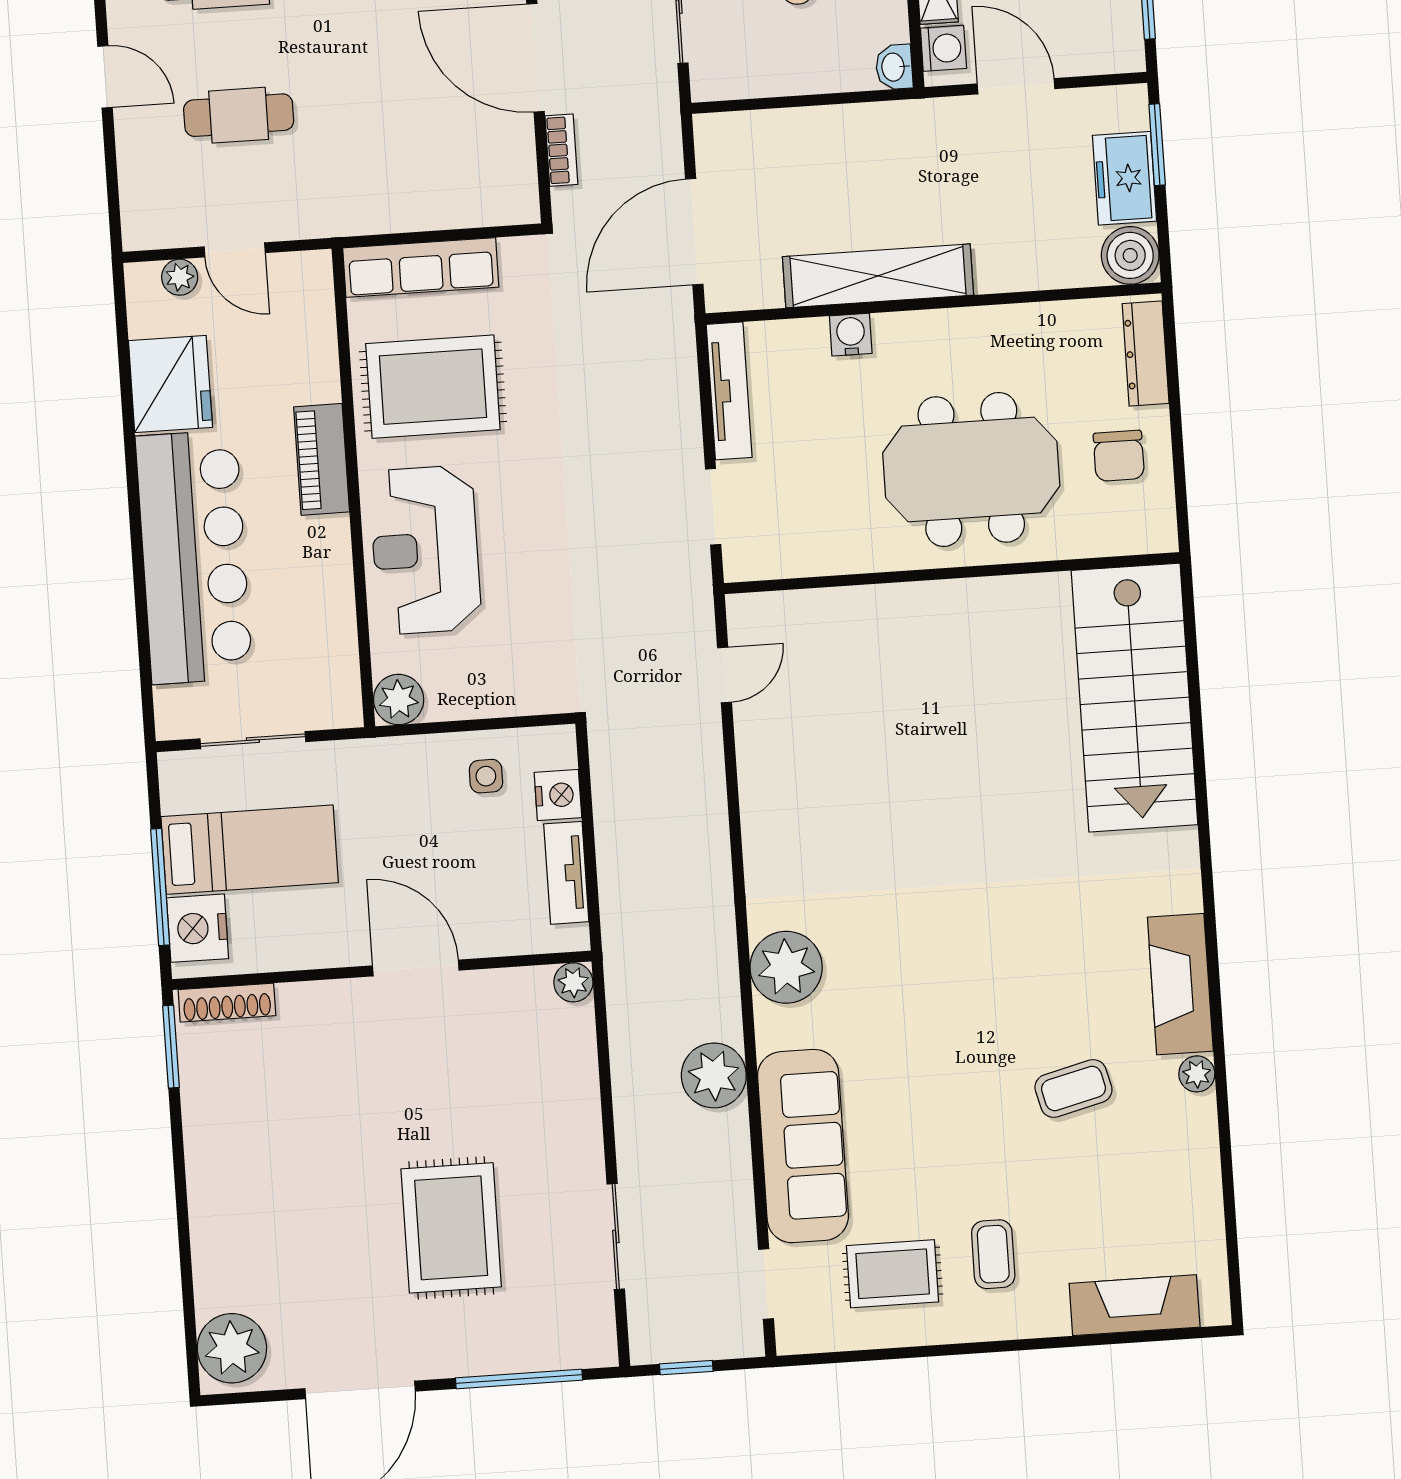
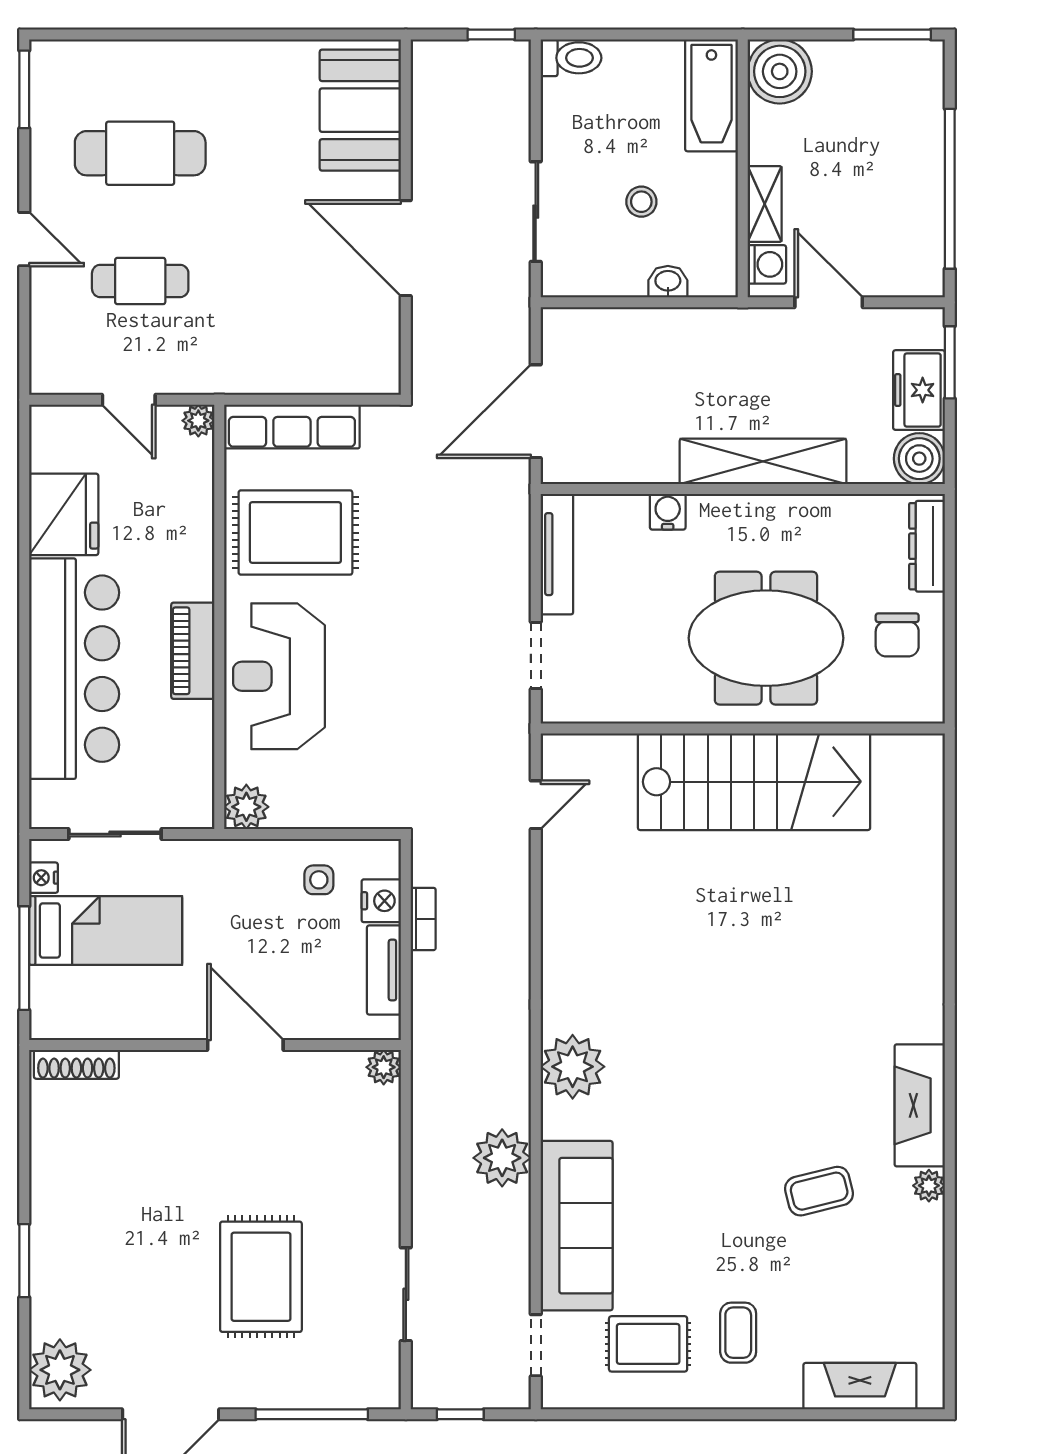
washbasin: (894, 67) -> (668, 282), moved, turned 90
bookcase: (561, 150) -> (423, 919), moved
shelving: (878, 276) -> (763, 461), moved
plant: (180, 277) -> (198, 421), moved
piano: (322, 459) -> (193, 651), moved
stairs: (1134, 698) -> (754, 782), moved, turned -90
nightstand: (198, 928) -> (44, 878), moved, width x0.53, depth x0.56
window: (171, 1047) -> (24, 1261), moved

